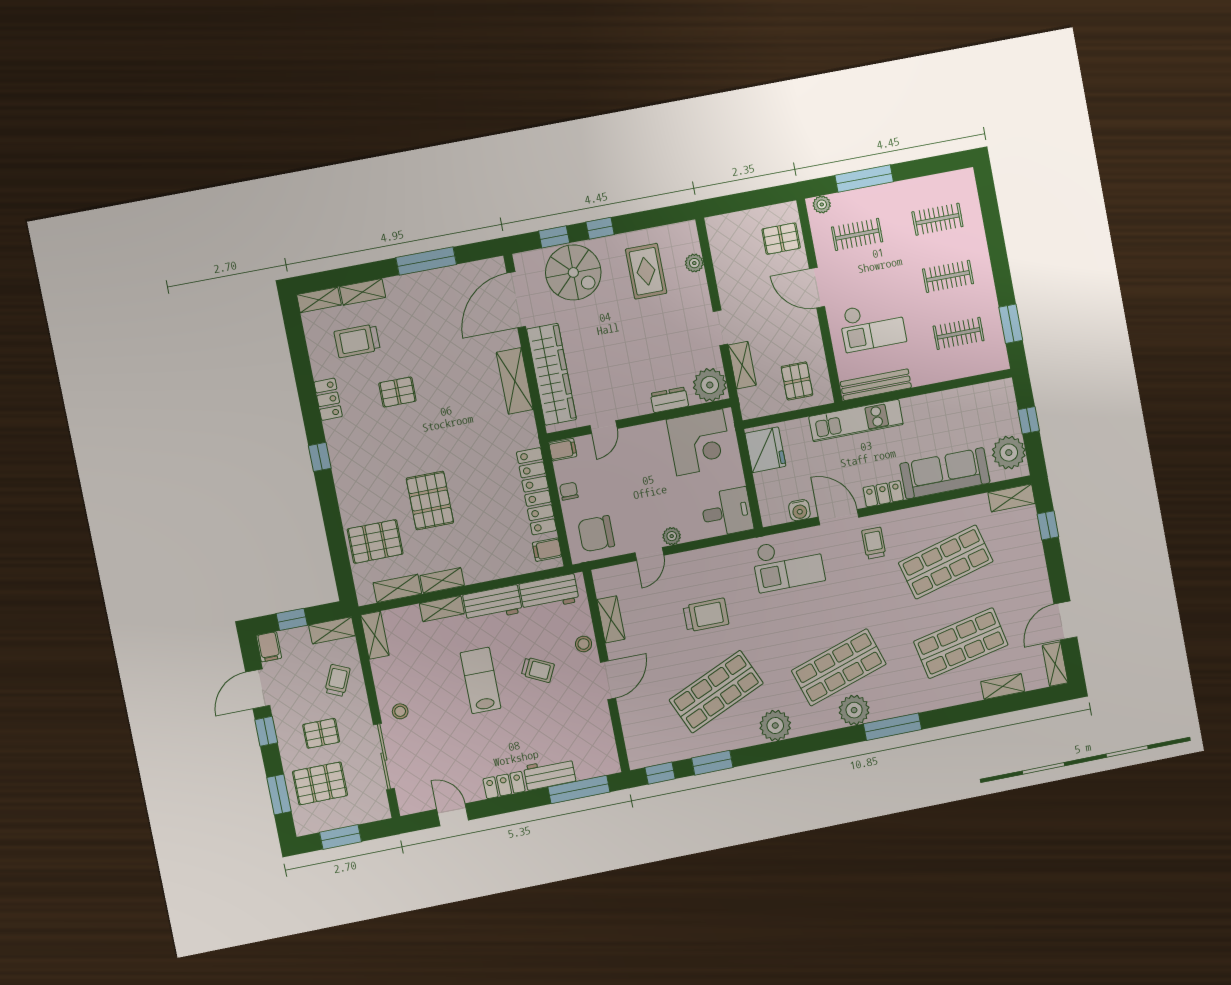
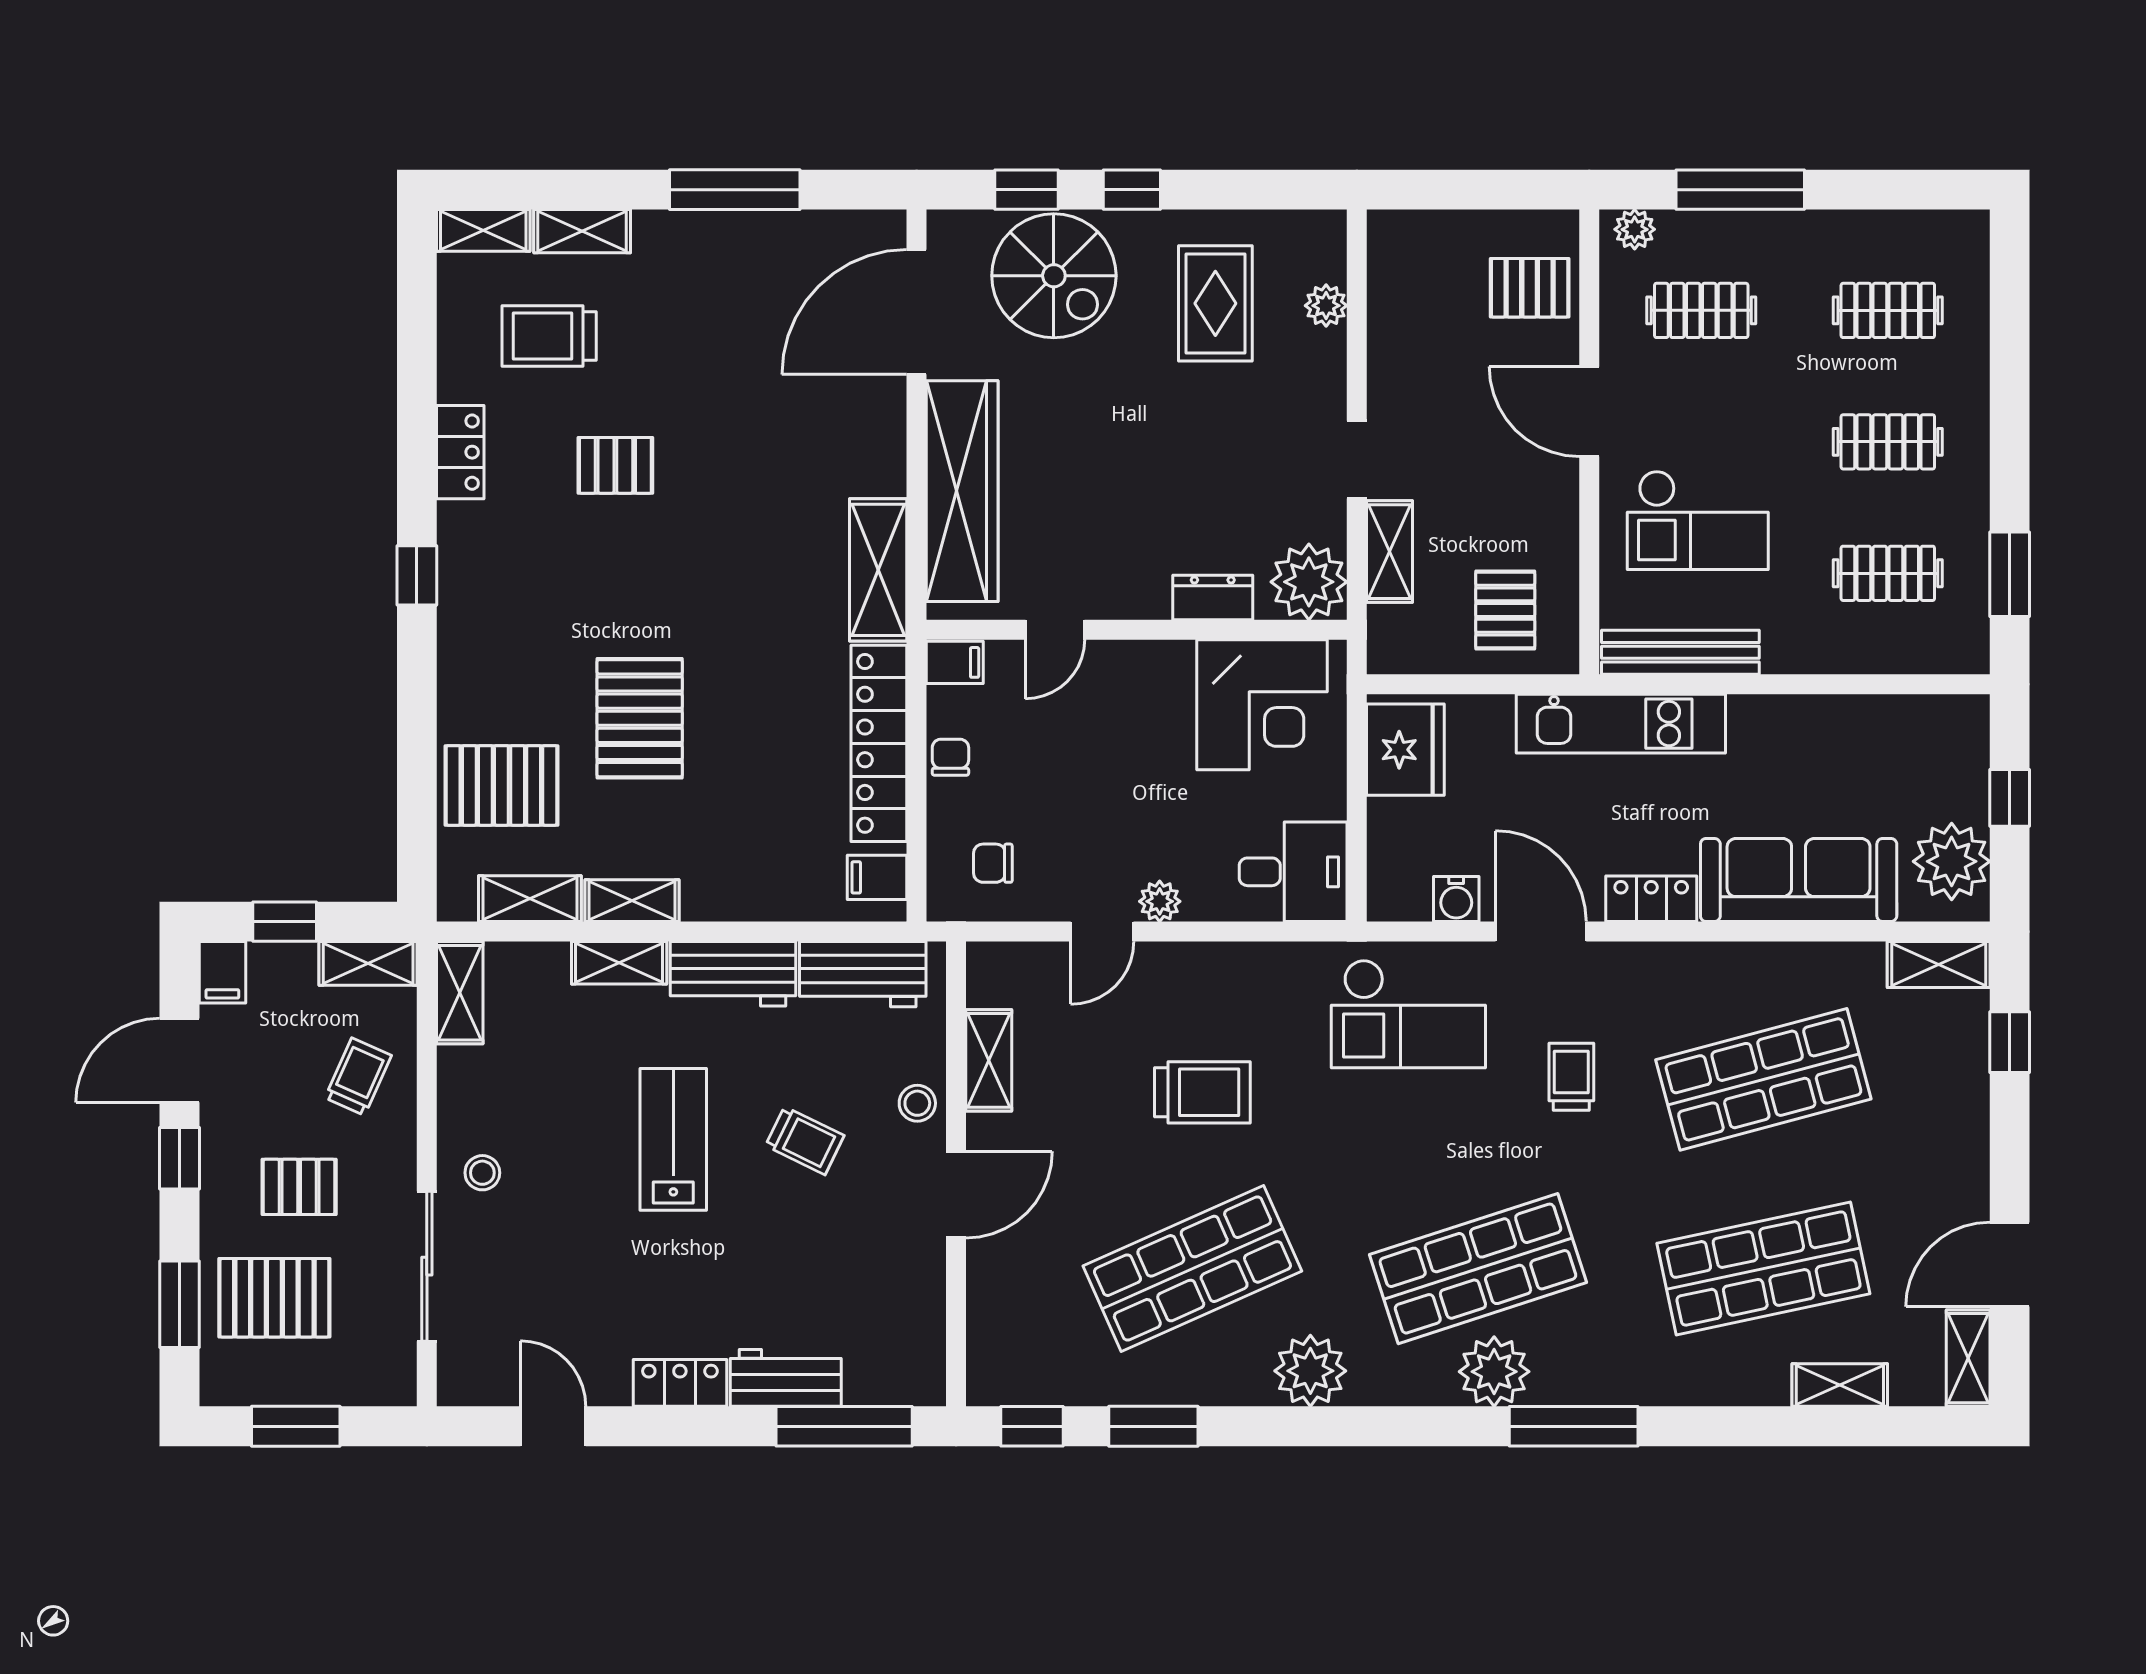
shelving: (515, 381) -> (878, 570), moved
chair: (596, 534) -> (993, 863), width x0.54, depth x0.54
trolley: (874, 543) -> (1571, 1077), moved

